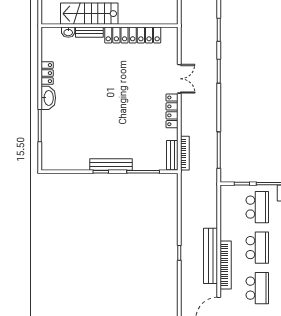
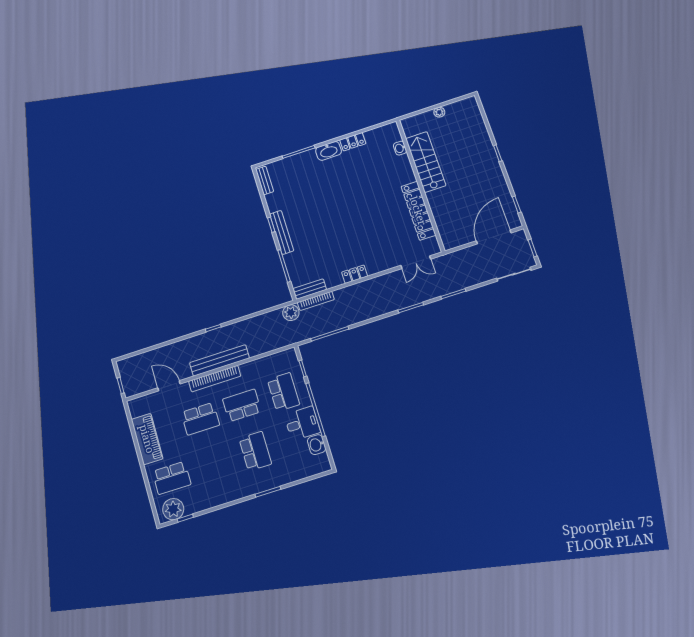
bench: (89, 32) -> (265, 180), moved
double door: (179, 79) -> (416, 262), moved
locker: (172, 111) -> (355, 274), width x0.66
plant: (188, 179) -> (291, 313), added
school desk: (257, 207) -> (283, 392), turned -90
school desk: (257, 248) -> (242, 405), turned 180

